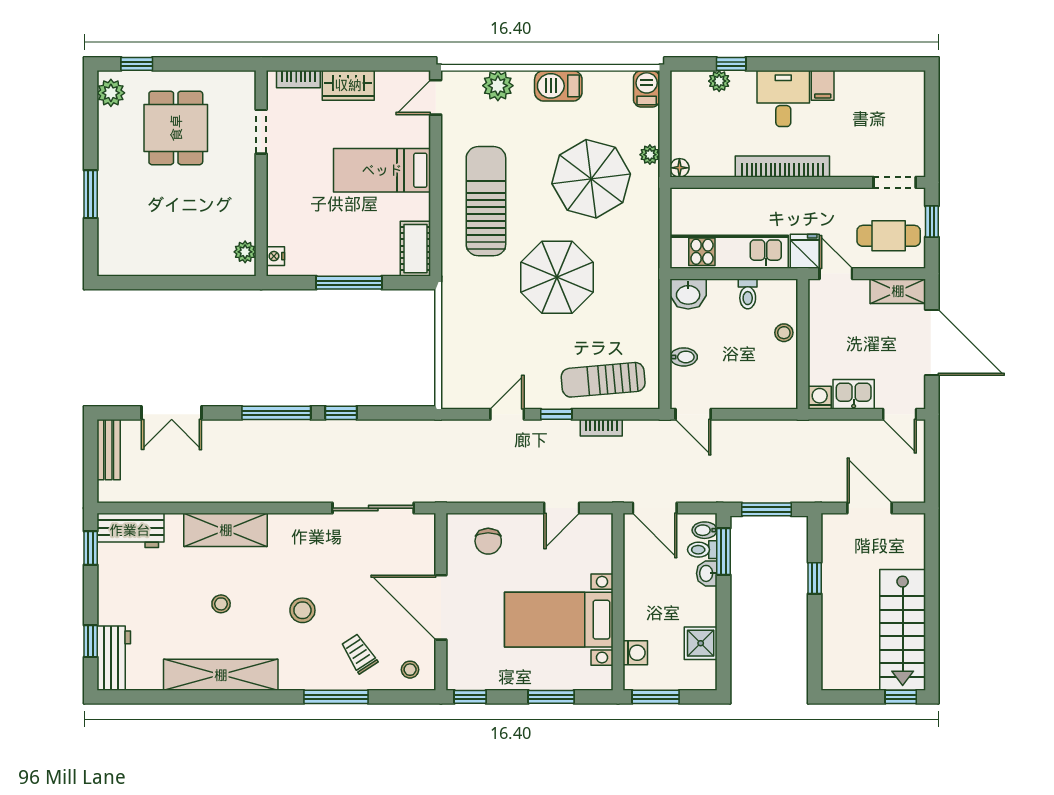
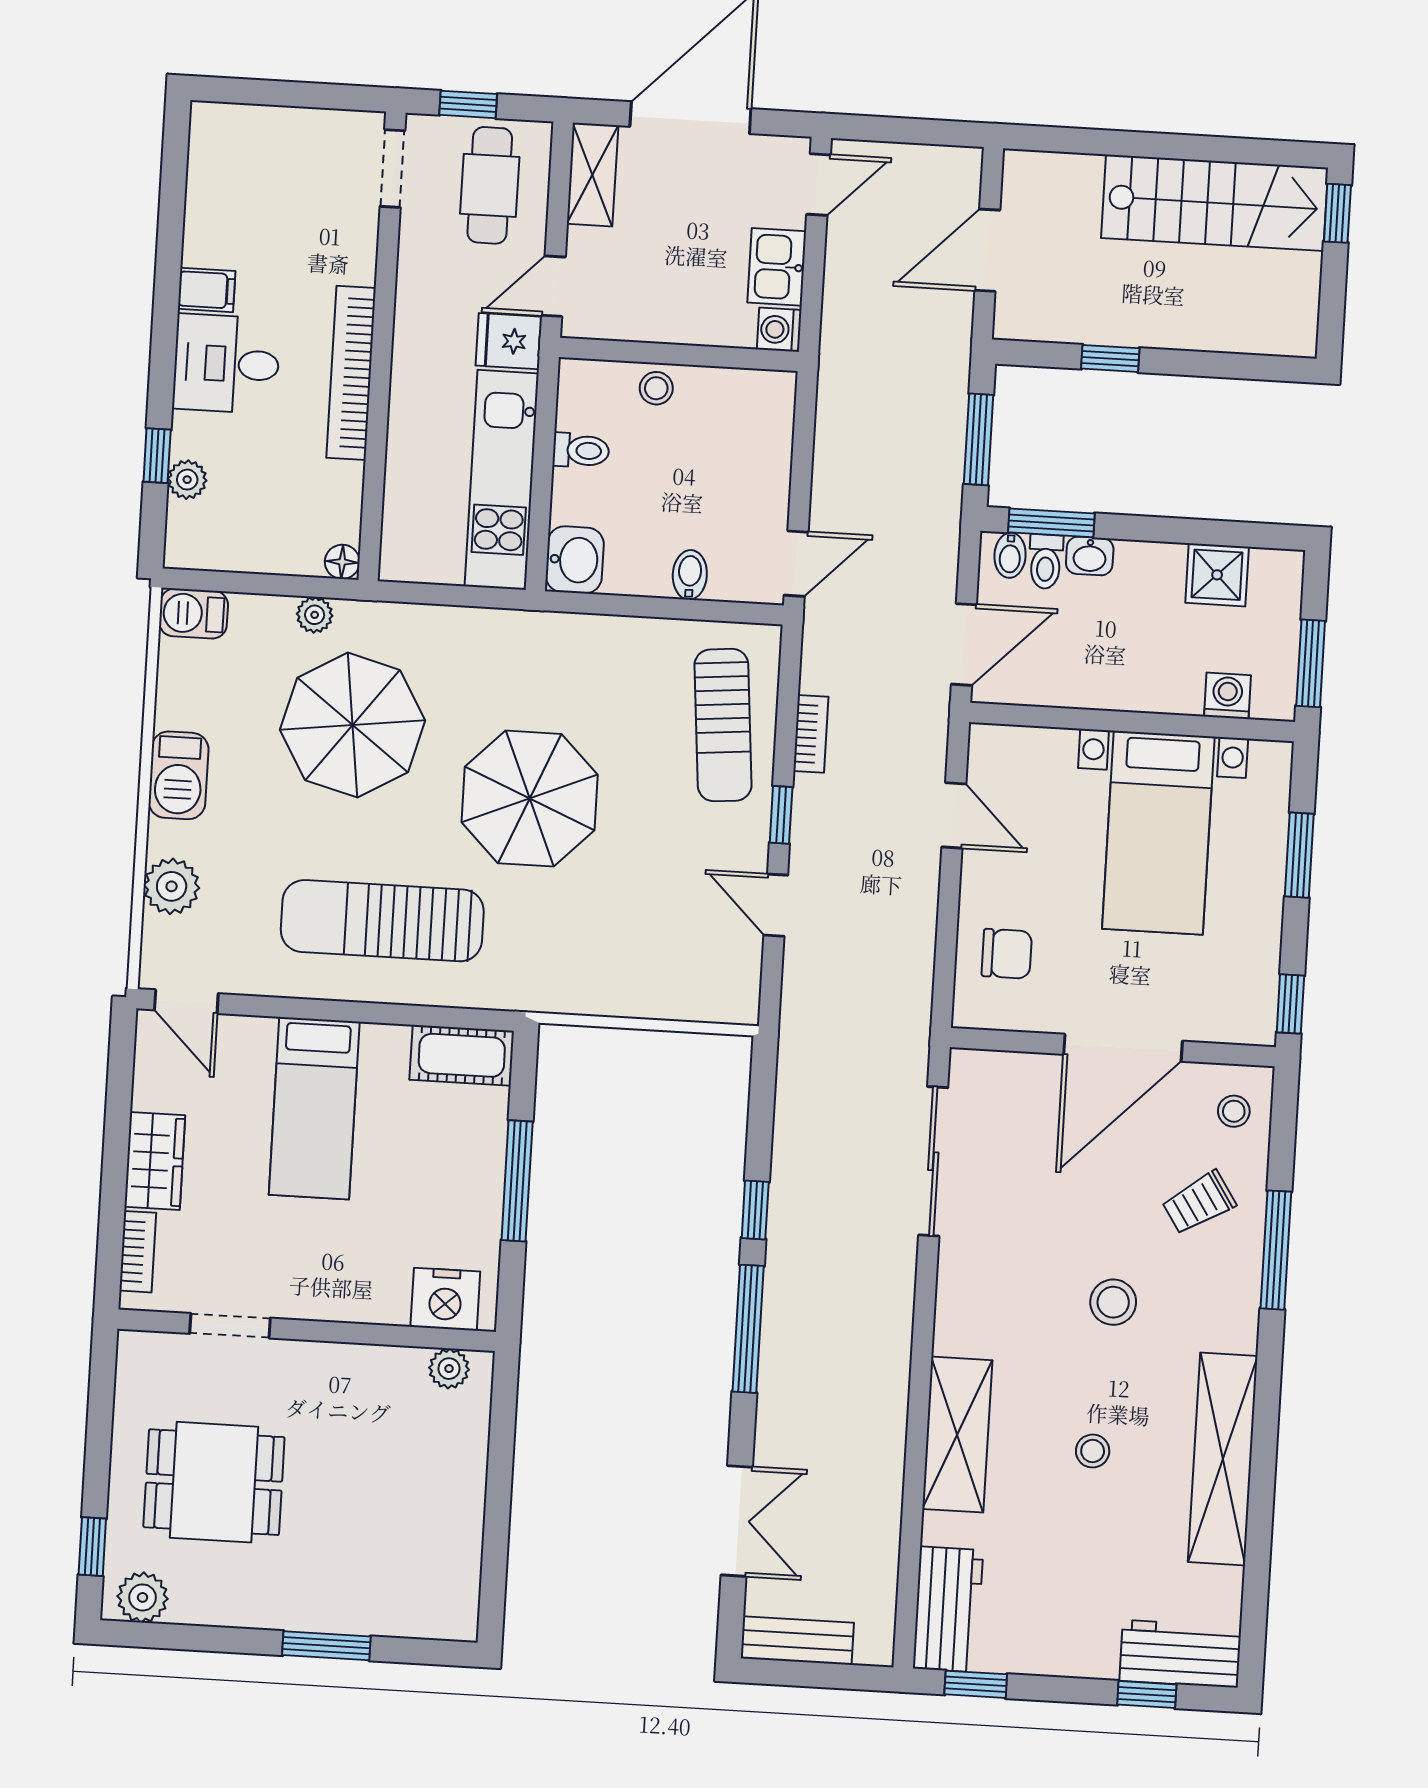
nightstand: (275, 256) -> (445, 1299), width x1.89, depth x1.79

